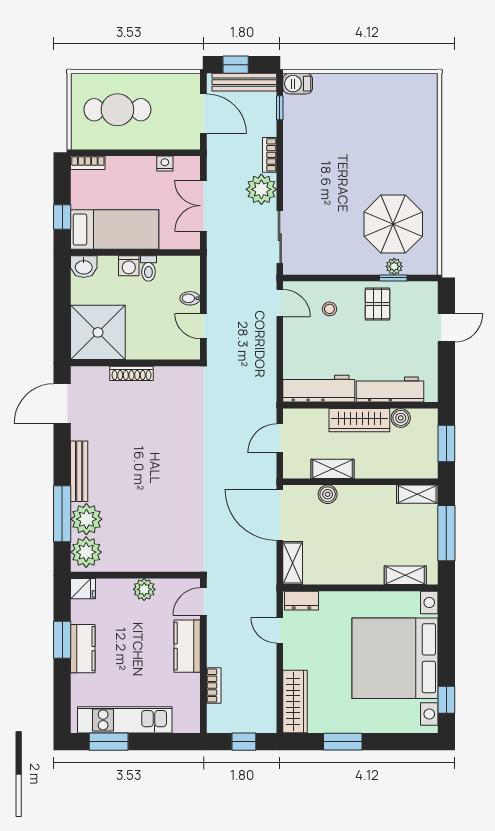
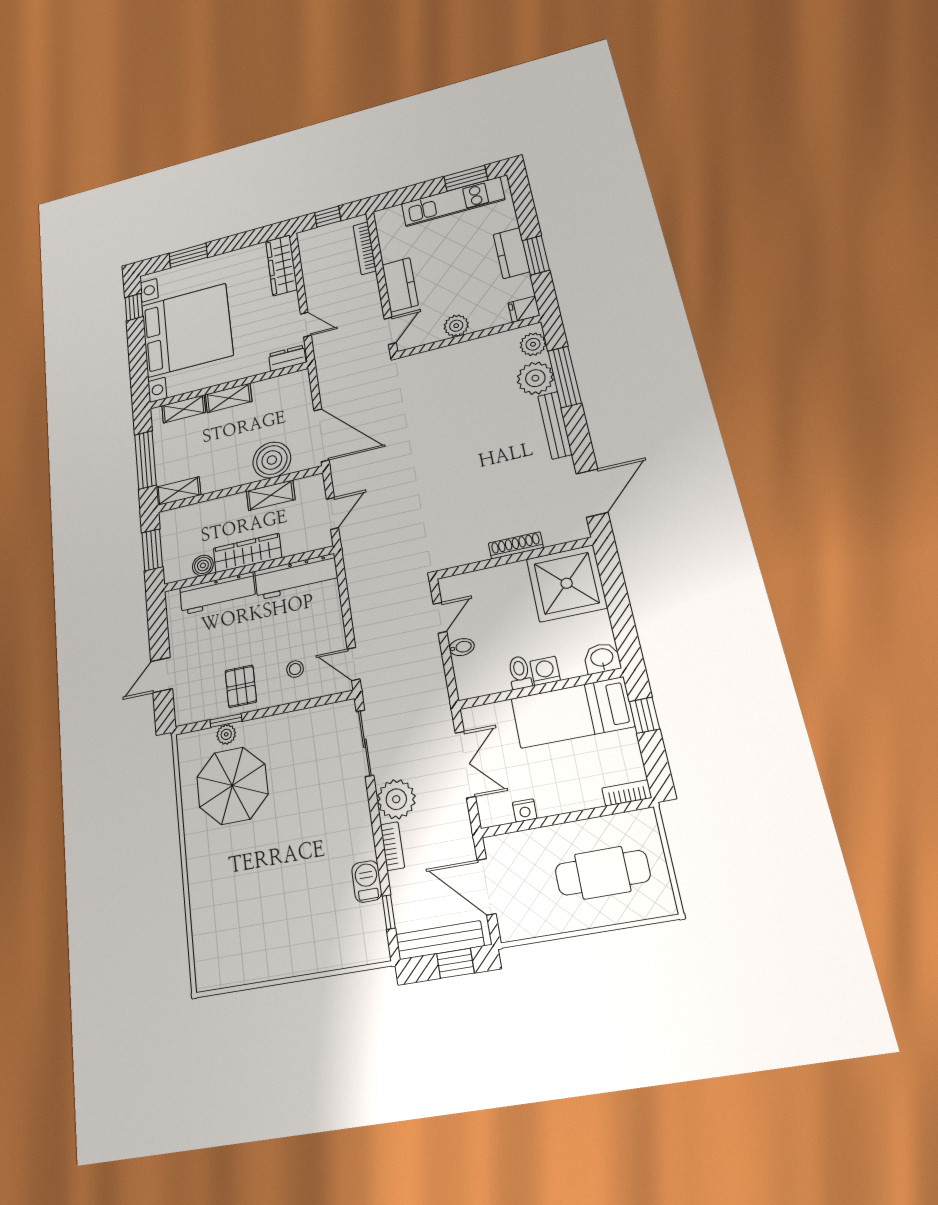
barbecue: (298, 84) -> (367, 881), moved, turned -90
door: (203, 326) -> (440, 618), hinge flipped
boiler: (328, 494) -> (272, 460), width x1.86, depth x1.86
plant: (86, 552) -> (533, 344), width x0.73, depth x0.73
shelving: (293, 563) -> (229, 398), moved, turned 90
bookcase: (214, 686) -> (365, 248), width x1.56
window: (343, 742) -> (188, 255), moved

